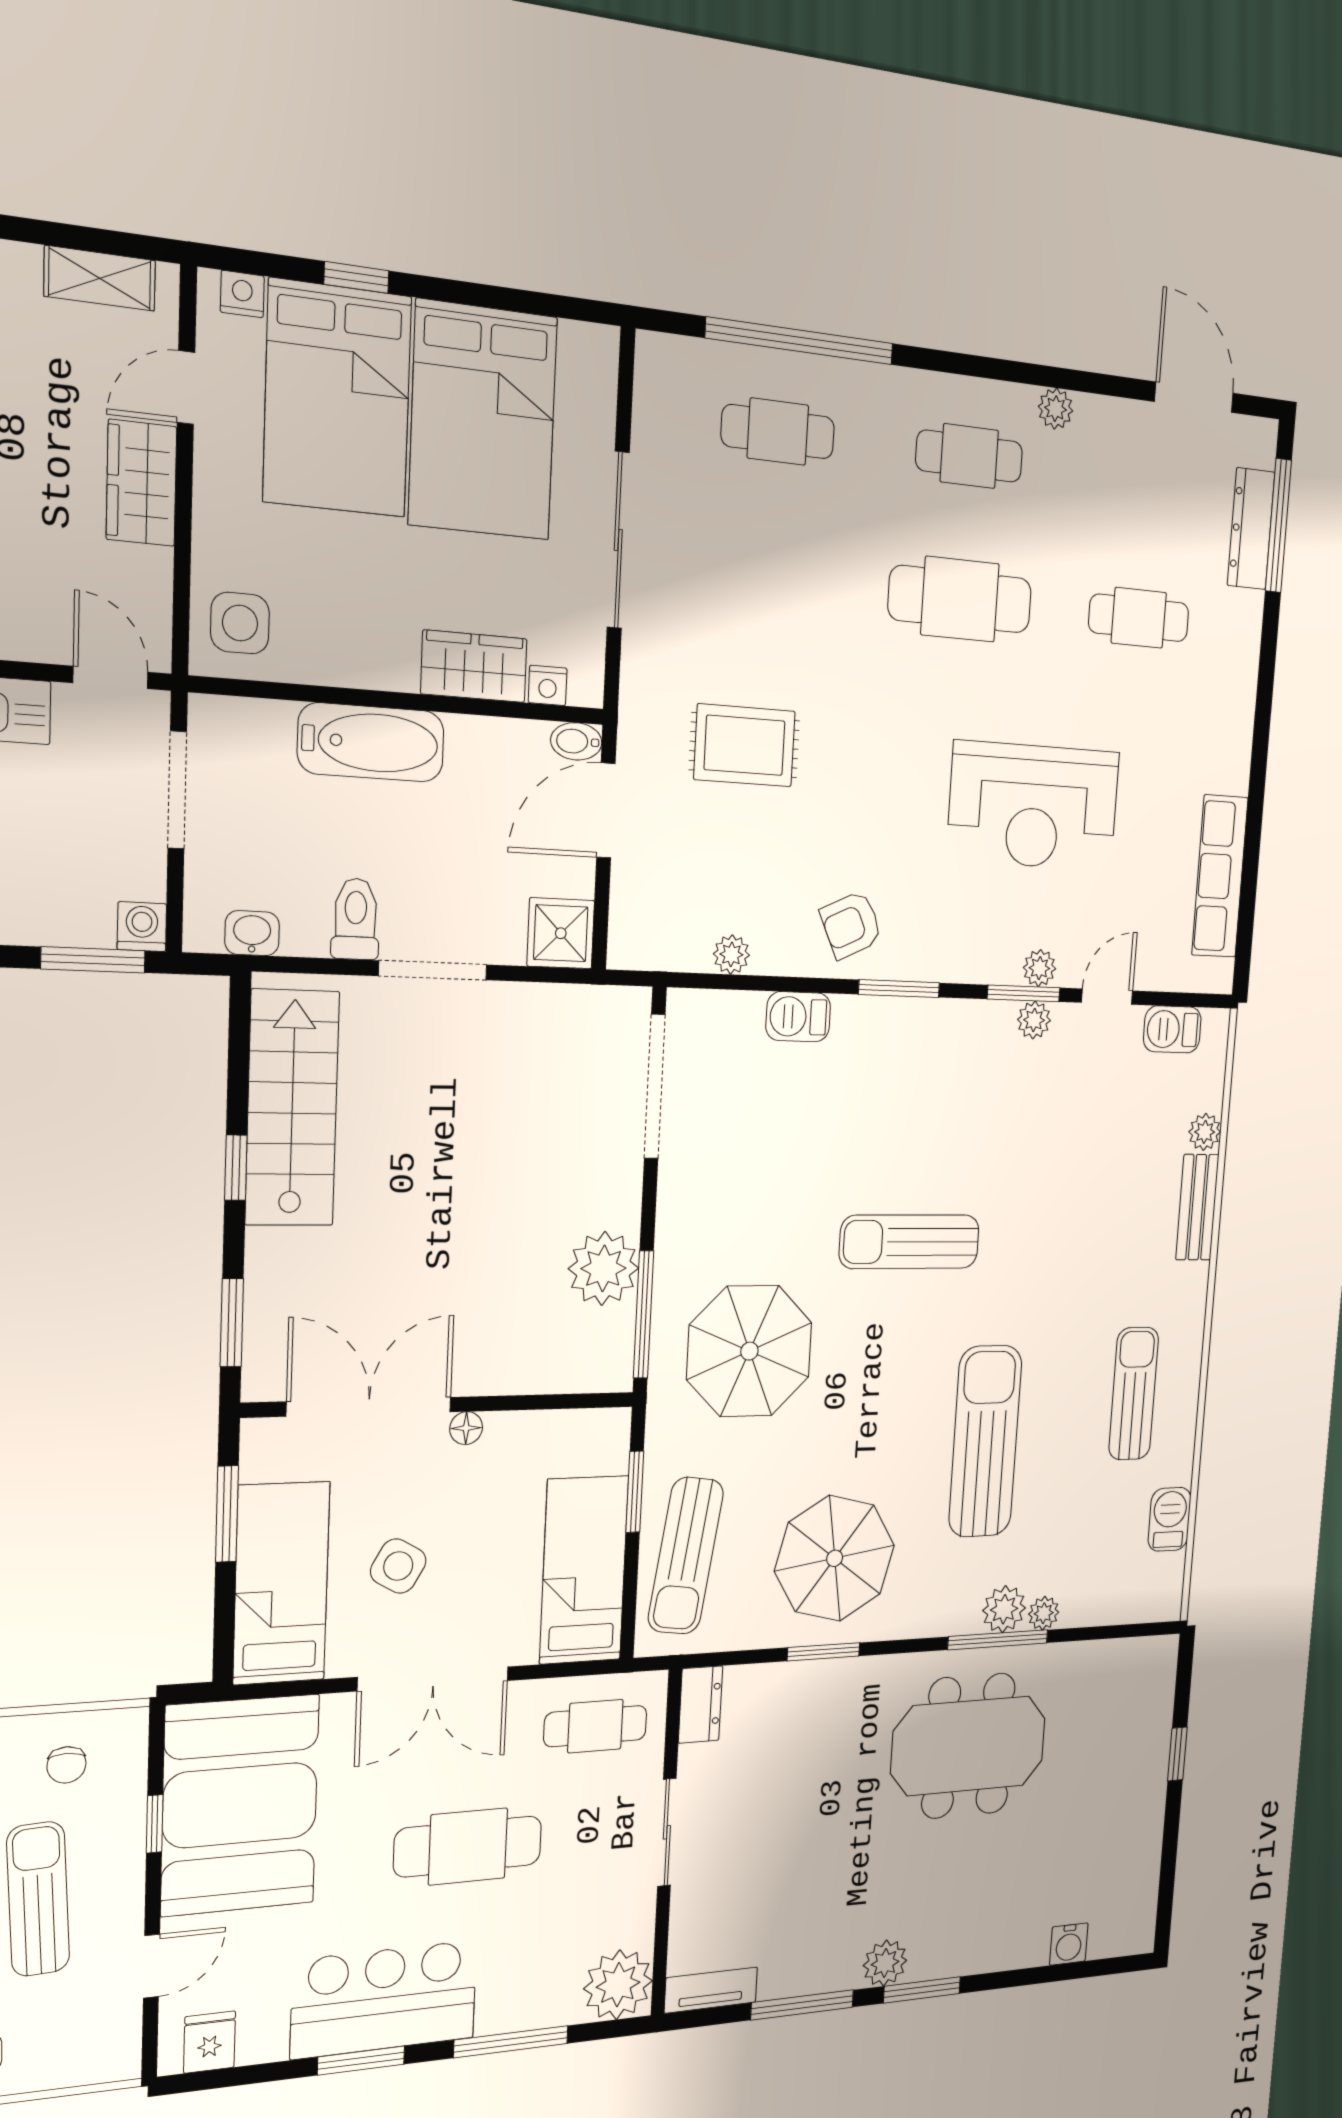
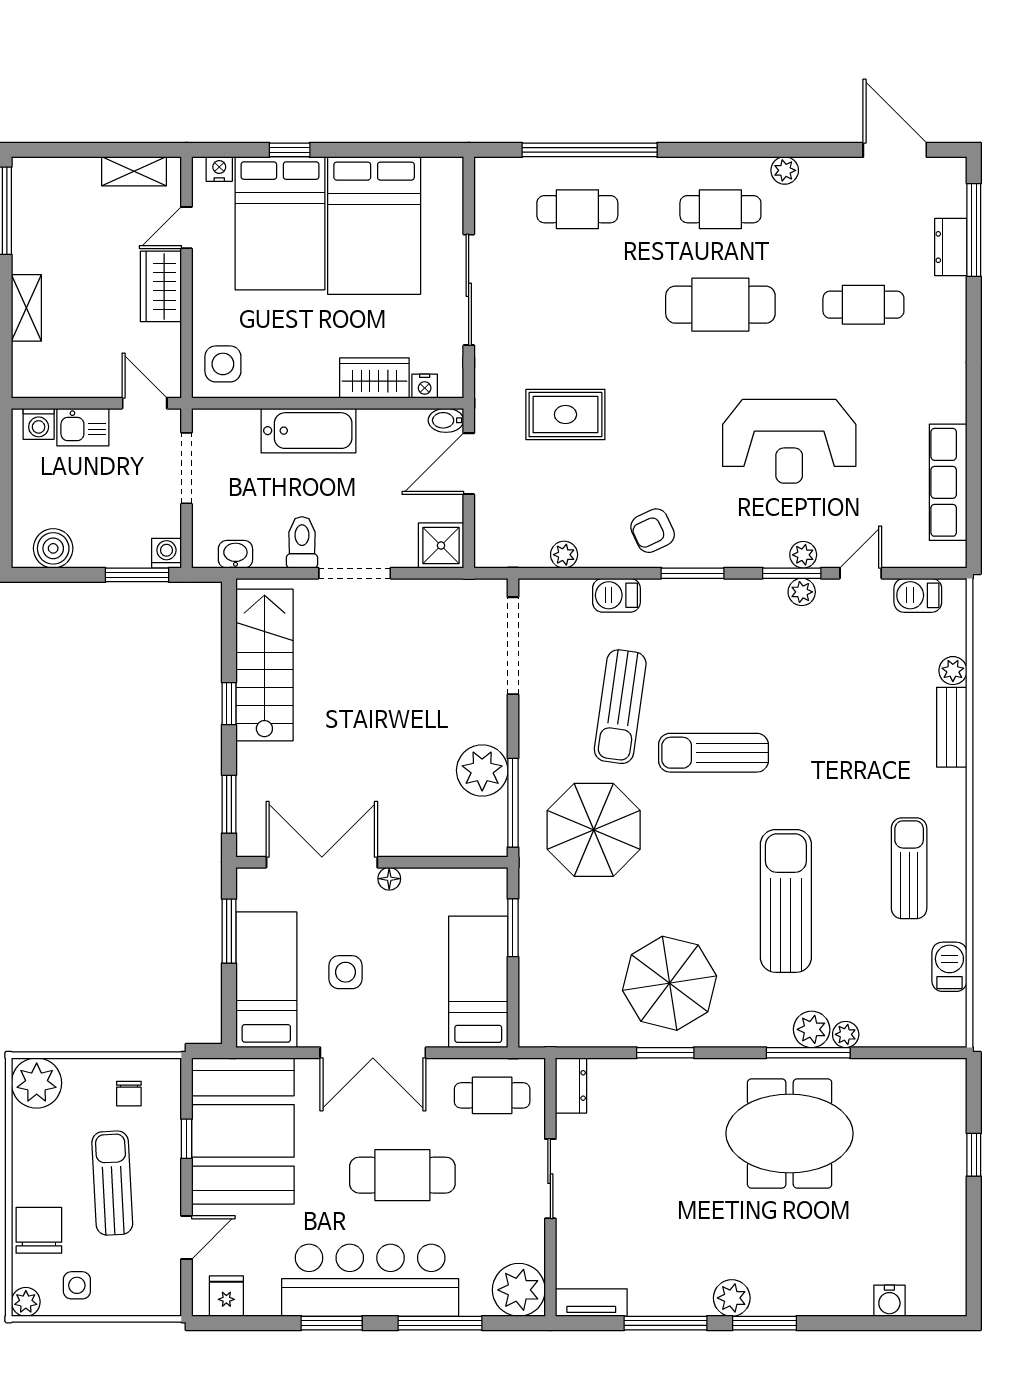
dresser: (1251, 529) -> (951, 247), width x0.70
sun lounger: (686, 1556) -> (620, 707), moved
side table: (398, 1566) -> (346, 972), turned -30
bar counter: (384, 1999) -> (370, 1280), width x1.36

